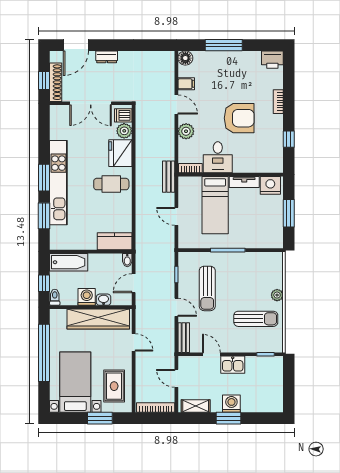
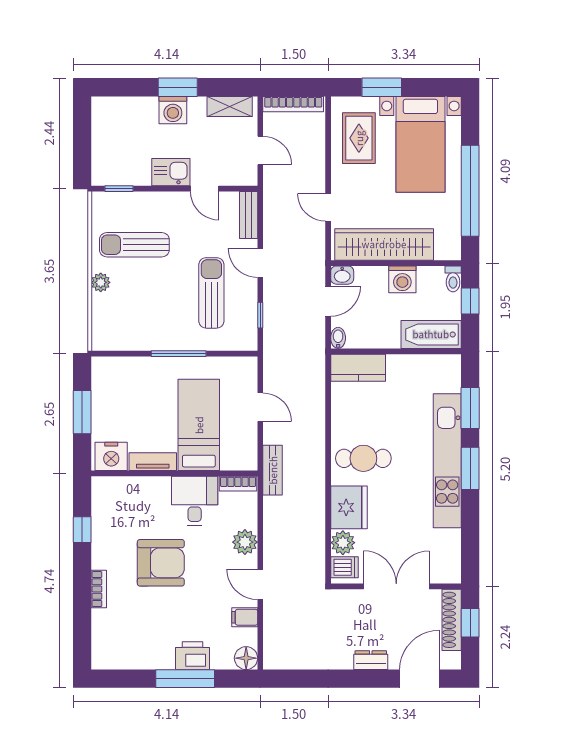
printer: (272, 60) -> (193, 656), moved
armchair: (239, 118) -> (161, 563), turned 180
washbasin: (104, 300) -> (342, 275), moved

